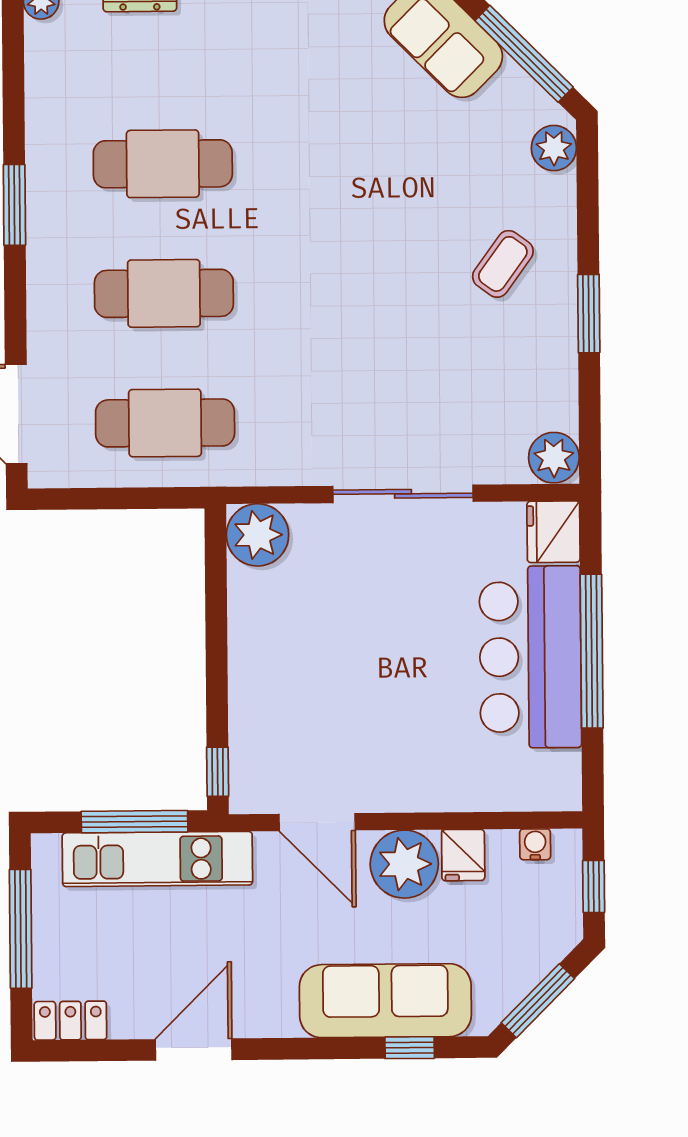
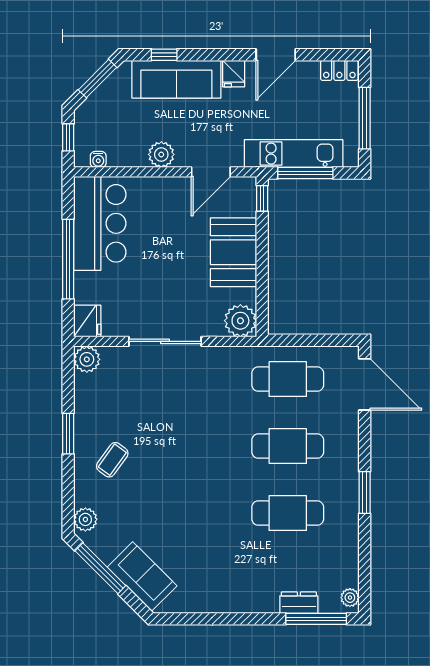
bar counter: (530, 657) -> (100, 223), moved
booth: (272, 667) -> (233, 252), added
door: (317, 822) -> (211, 172), swing flipped
fridge: (463, 855) -> (234, 74), moved, turned 180
plant: (404, 864) -> (161, 154), width x0.73, depth x0.73

